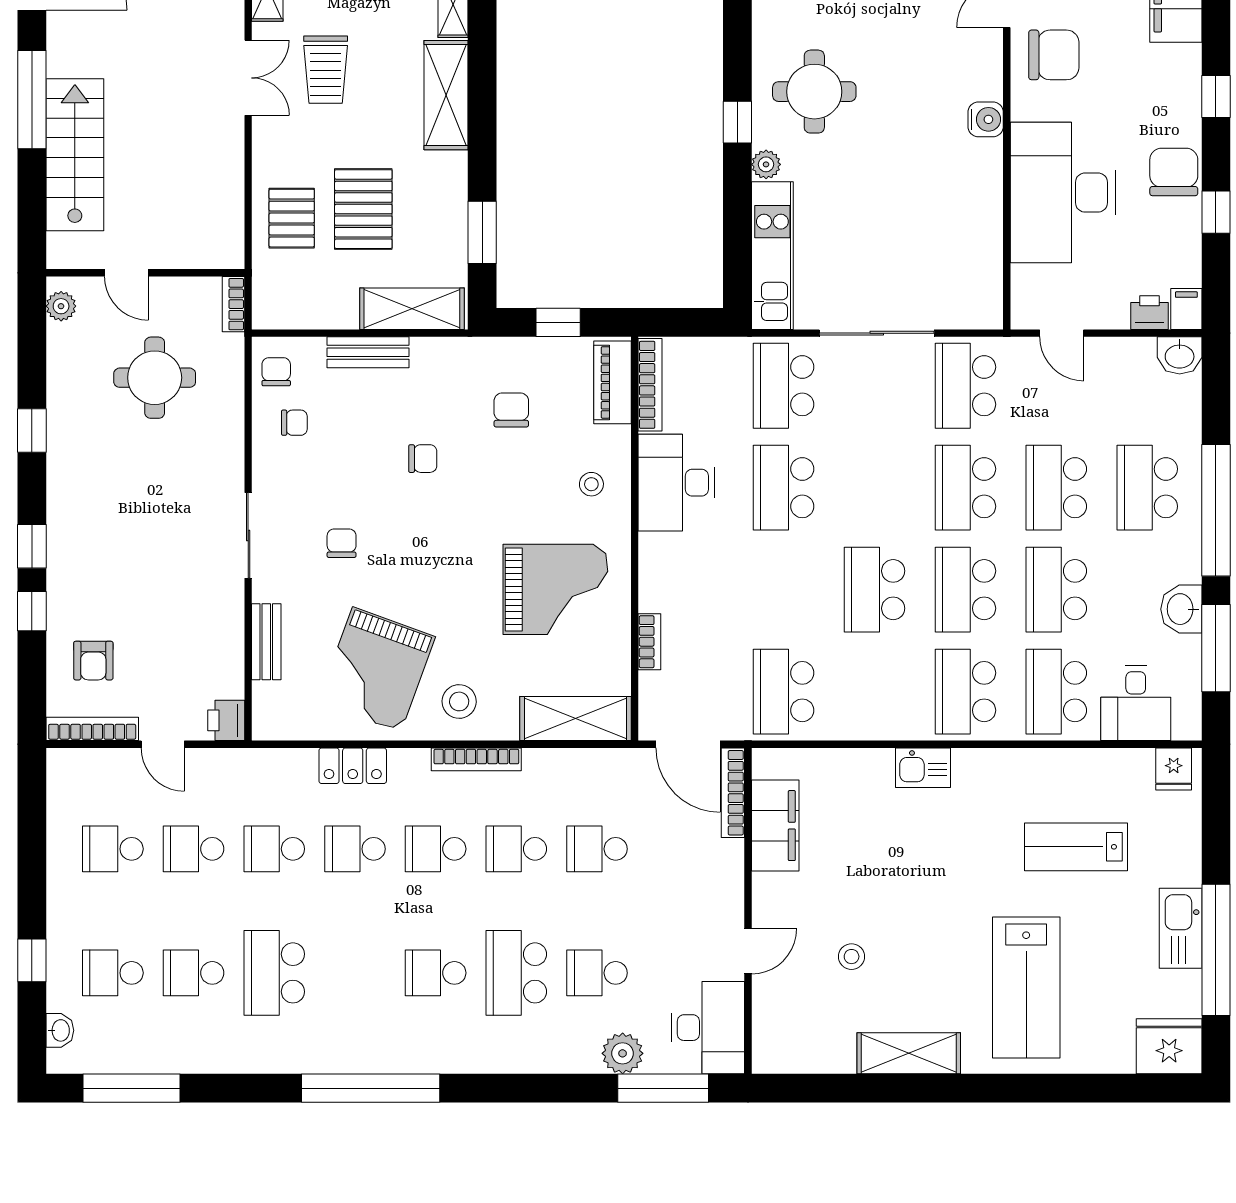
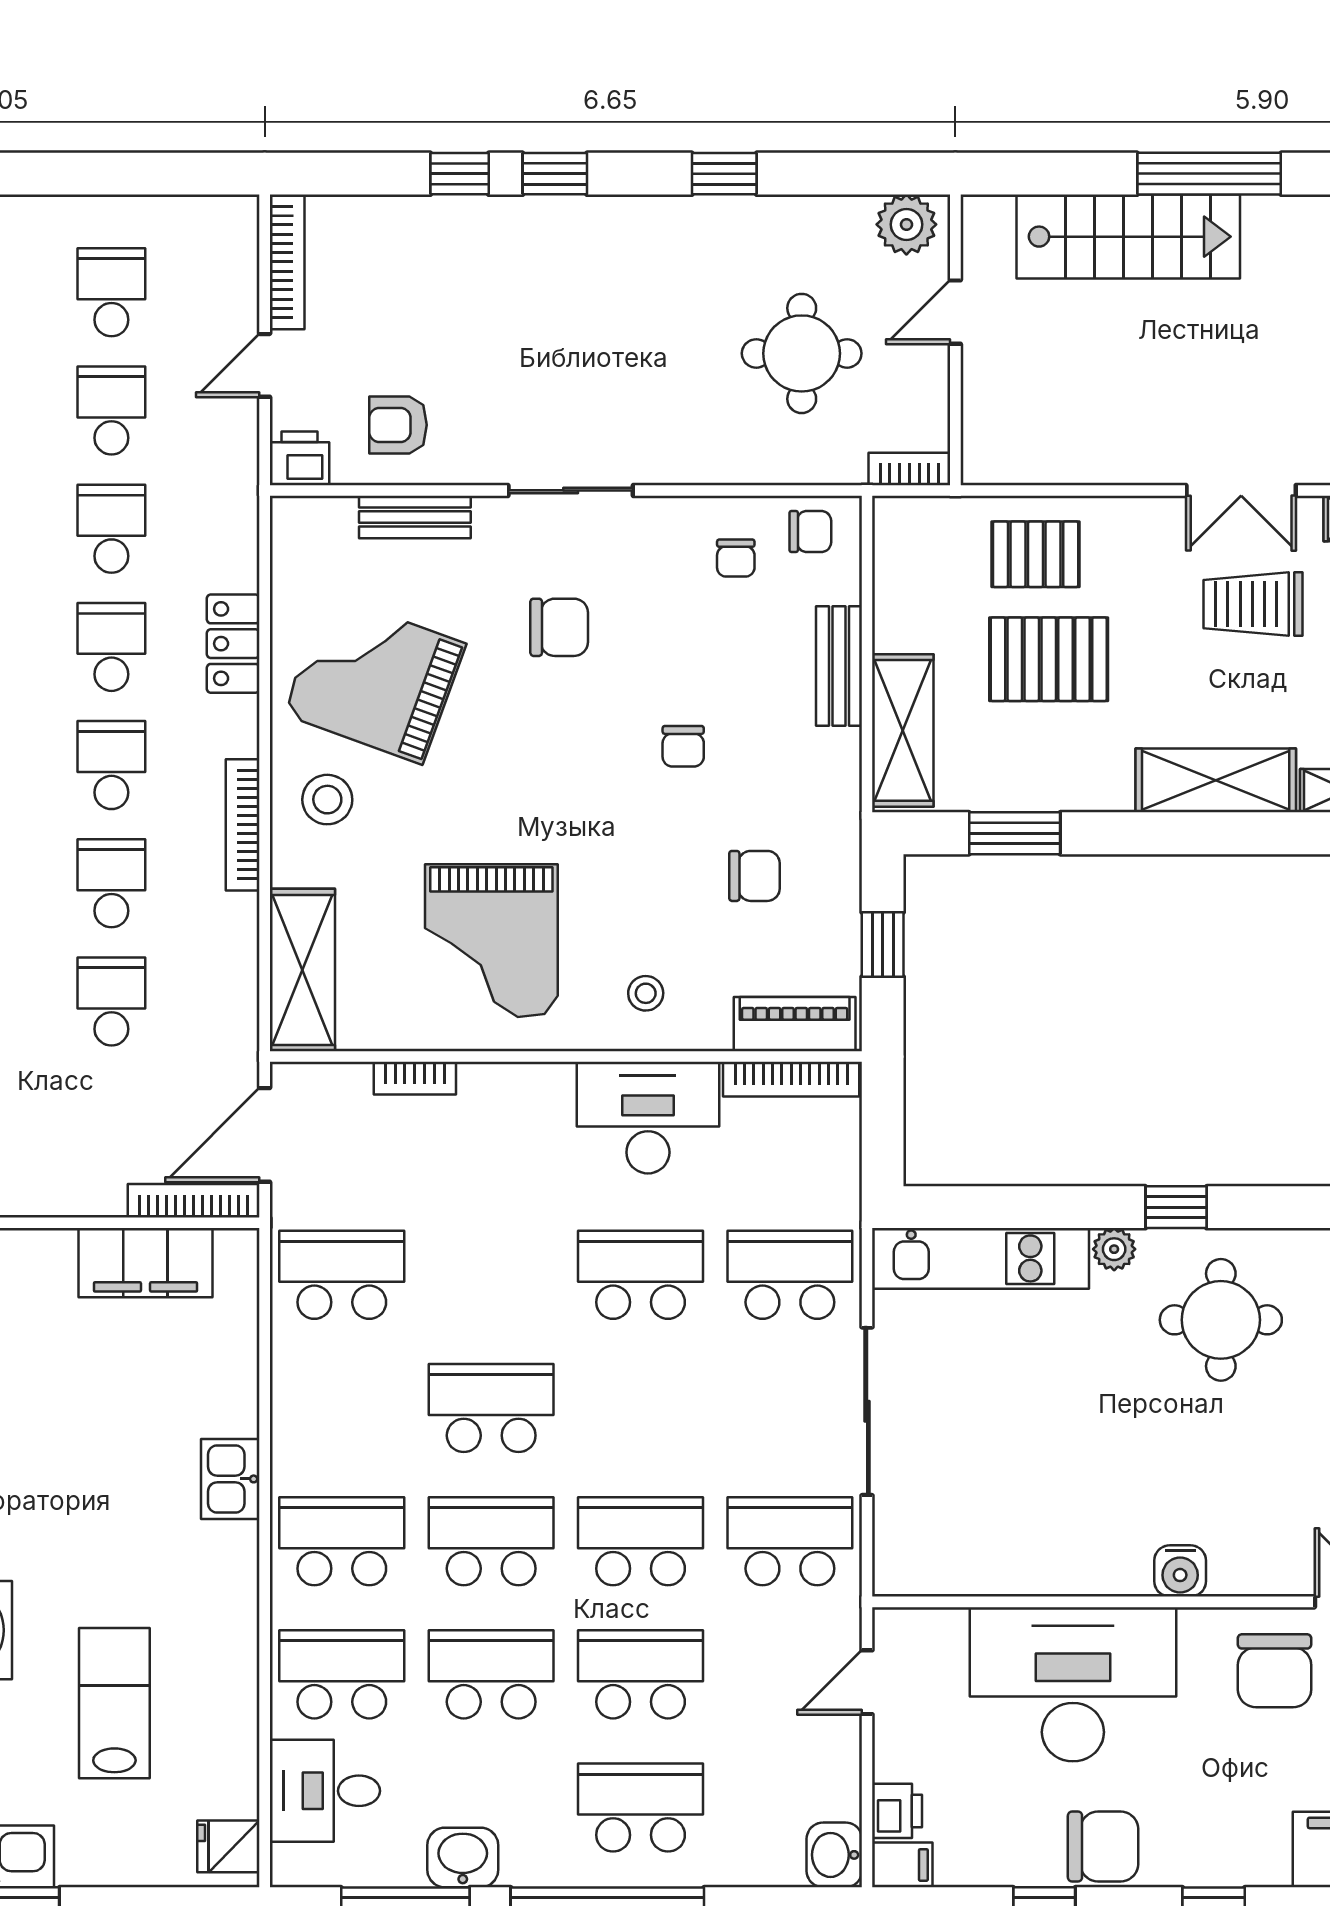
plant: (61, 306) -> (906, 224), width x1.38, depth x1.38
chair: (342, 543) -> (559, 627), width x1.37, depth x1.37
armchair: (93, 661) -> (398, 425), moved

